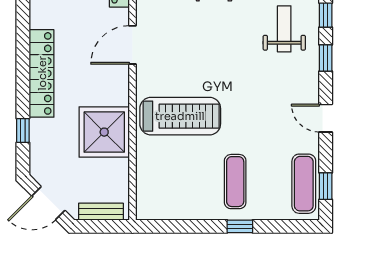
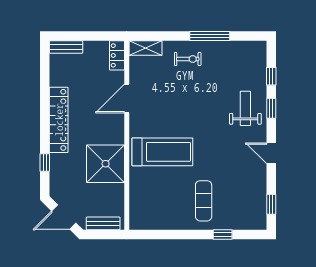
weight bench: (284, 29) -> (245, 108), moved
exercise mat: (304, 184) -> (255, 202), removed
window: (240, 226) -> (223, 234), moved

